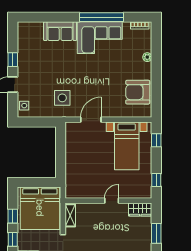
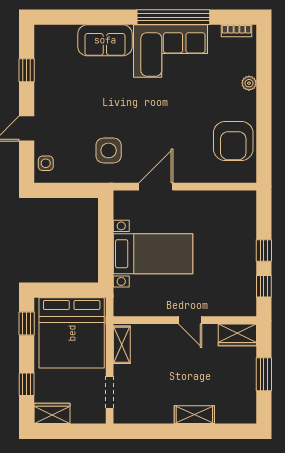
window: (13, 60) -> (27, 70), moved
armchair: (138, 92) -> (233, 141), turned -90
window: (156, 140) -> (264, 250), moved
bed with nightstands: (127, 146) -> (153, 254), moved, turned -90
door: (112, 201) -> (190, 320), swing flipped
window: (13, 216) -> (27, 324), moved

